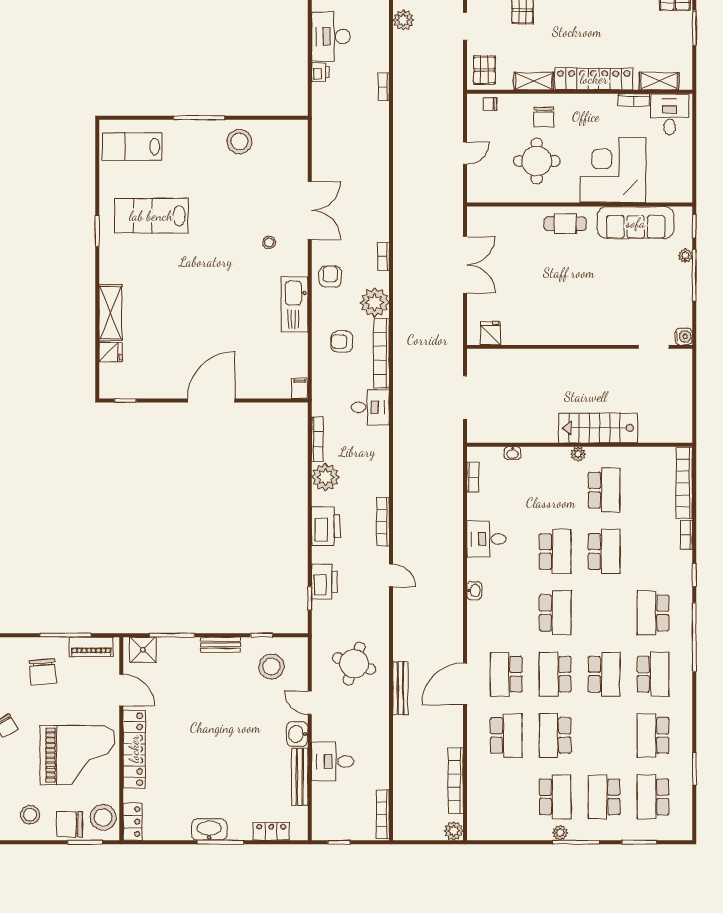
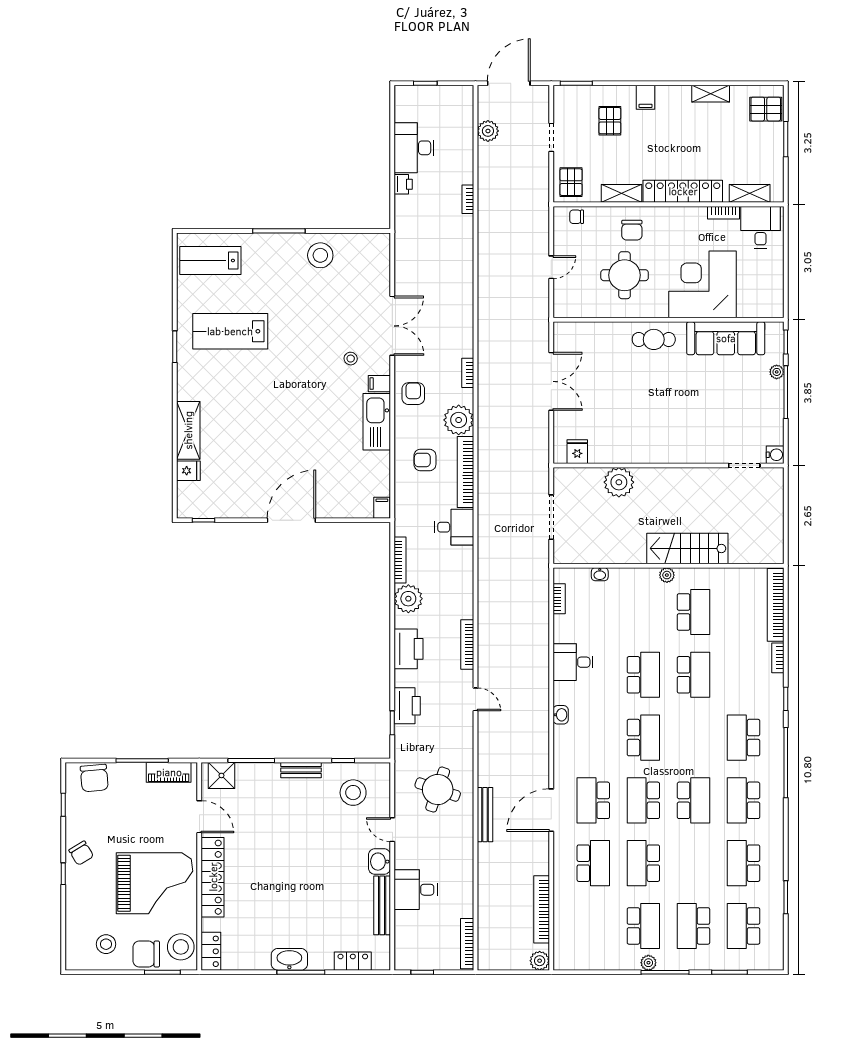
filing cabinet: (297, 267) -> (379, 384), added
plant: (531, 363) -> (619, 482), added
chair: (43, 672) -> (94, 778), moved
school desk: (653, 674) -> (744, 800), turned 180

